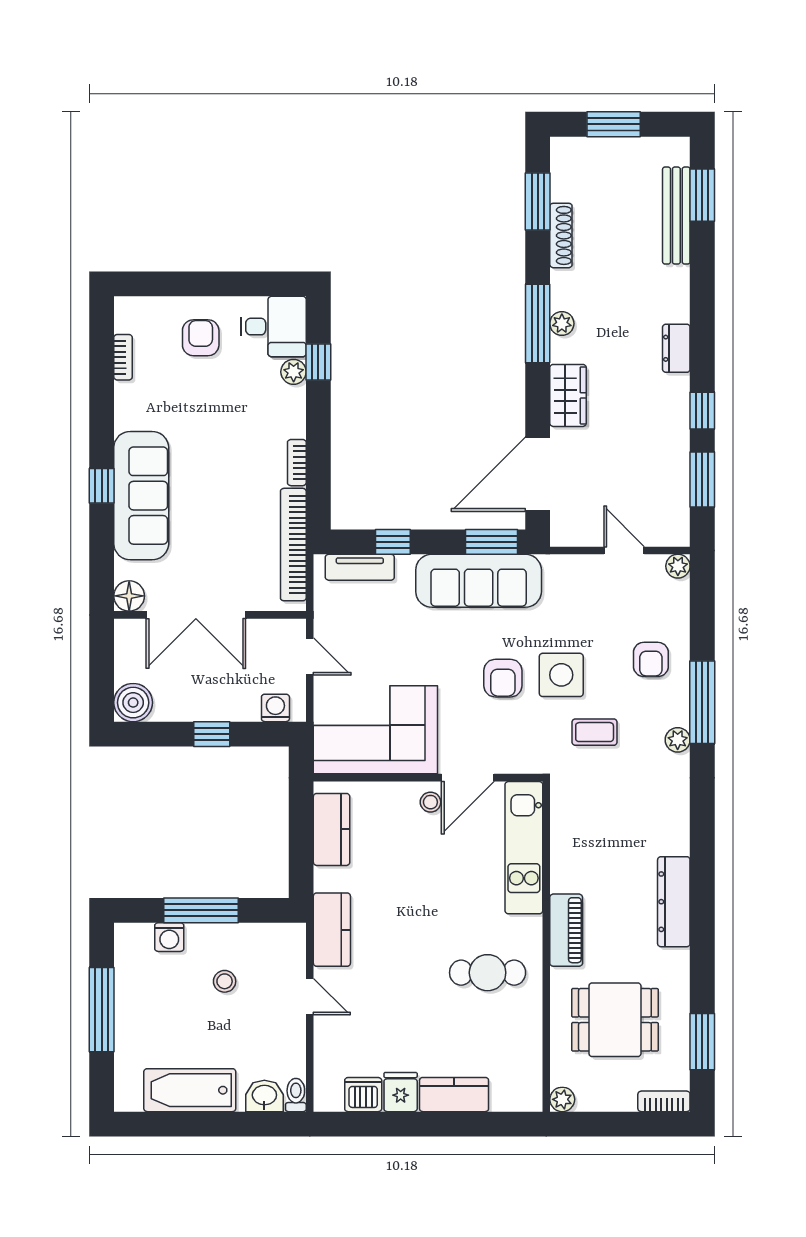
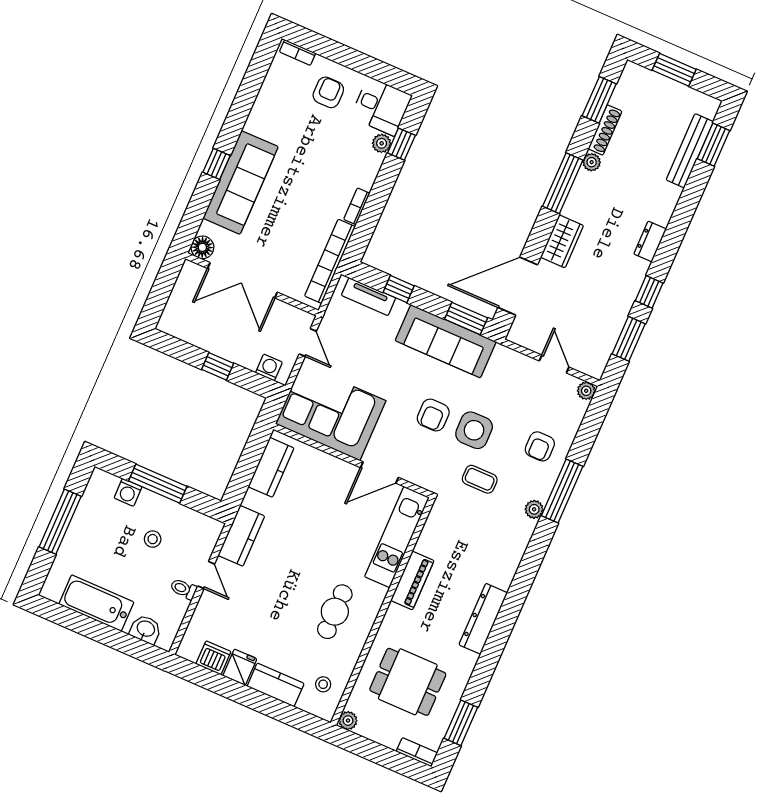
plant: (562, 324) -> (592, 162), moved
bookcase: (123, 357) -> (298, 53), moved, turned 90
boiler: (133, 703) -> (173, 321), removed
stool: (430, 802) -> (323, 684), moved
piano: (566, 930) -> (412, 580), moved
cafe table: (488, 973) -> (335, 612), turned 90
toilet: (296, 1095) -> (184, 589), moved, turned -90

